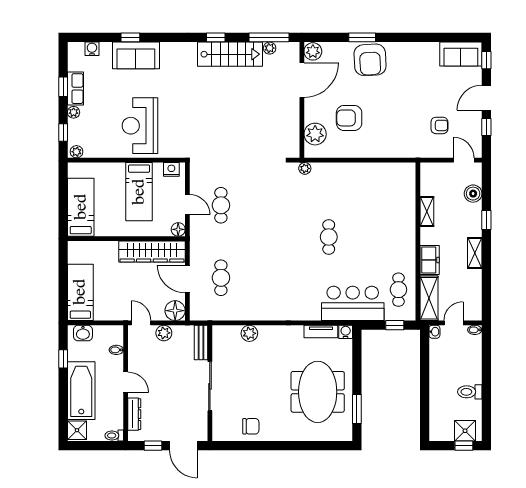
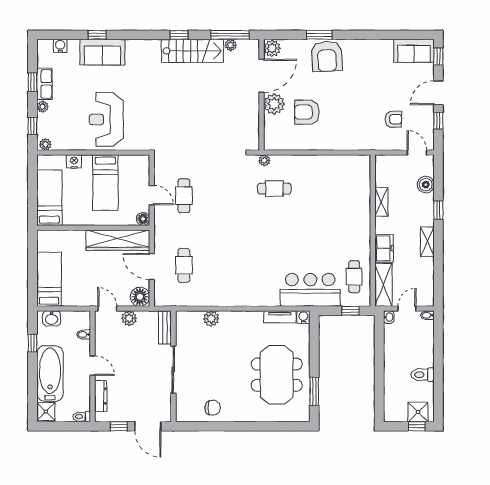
plant: (315, 134) -> (274, 104), moved
nightstand: (171, 169) -> (74, 161), moved
cafe table: (329, 237) -> (274, 189), moved, turned 90

